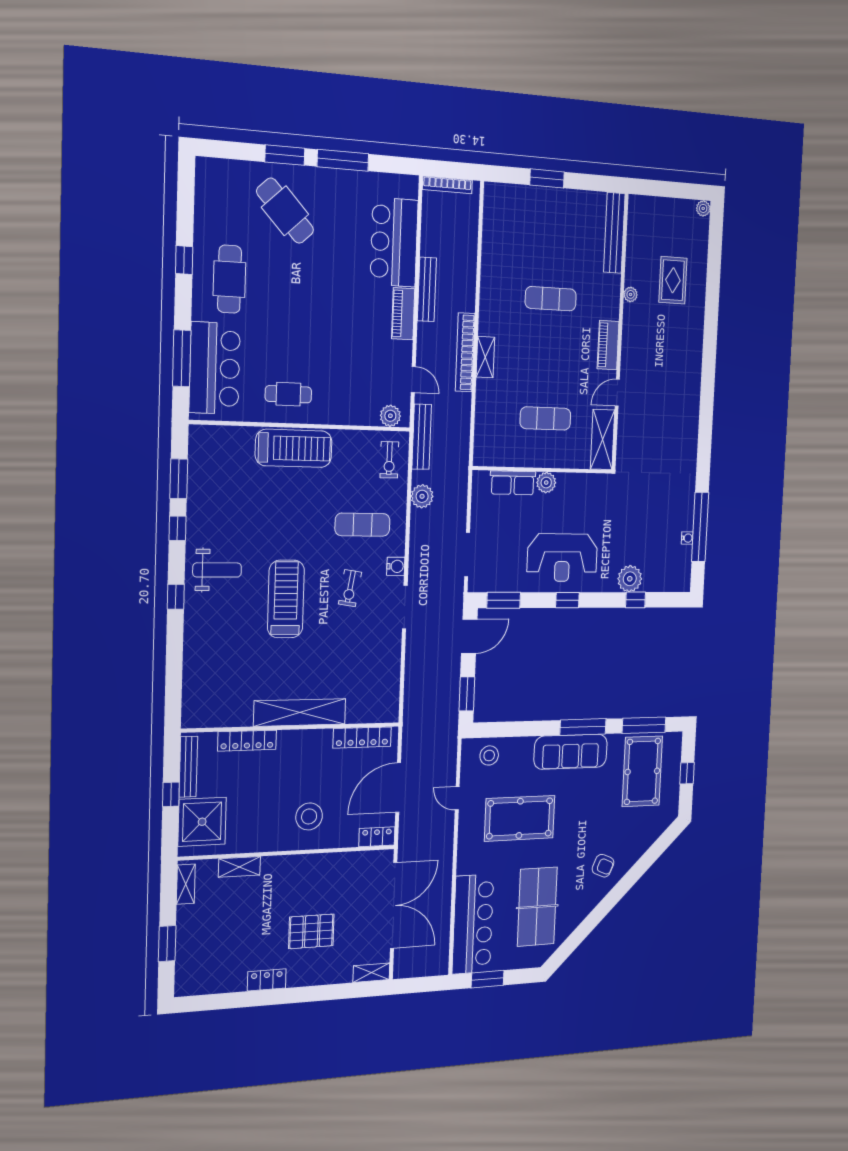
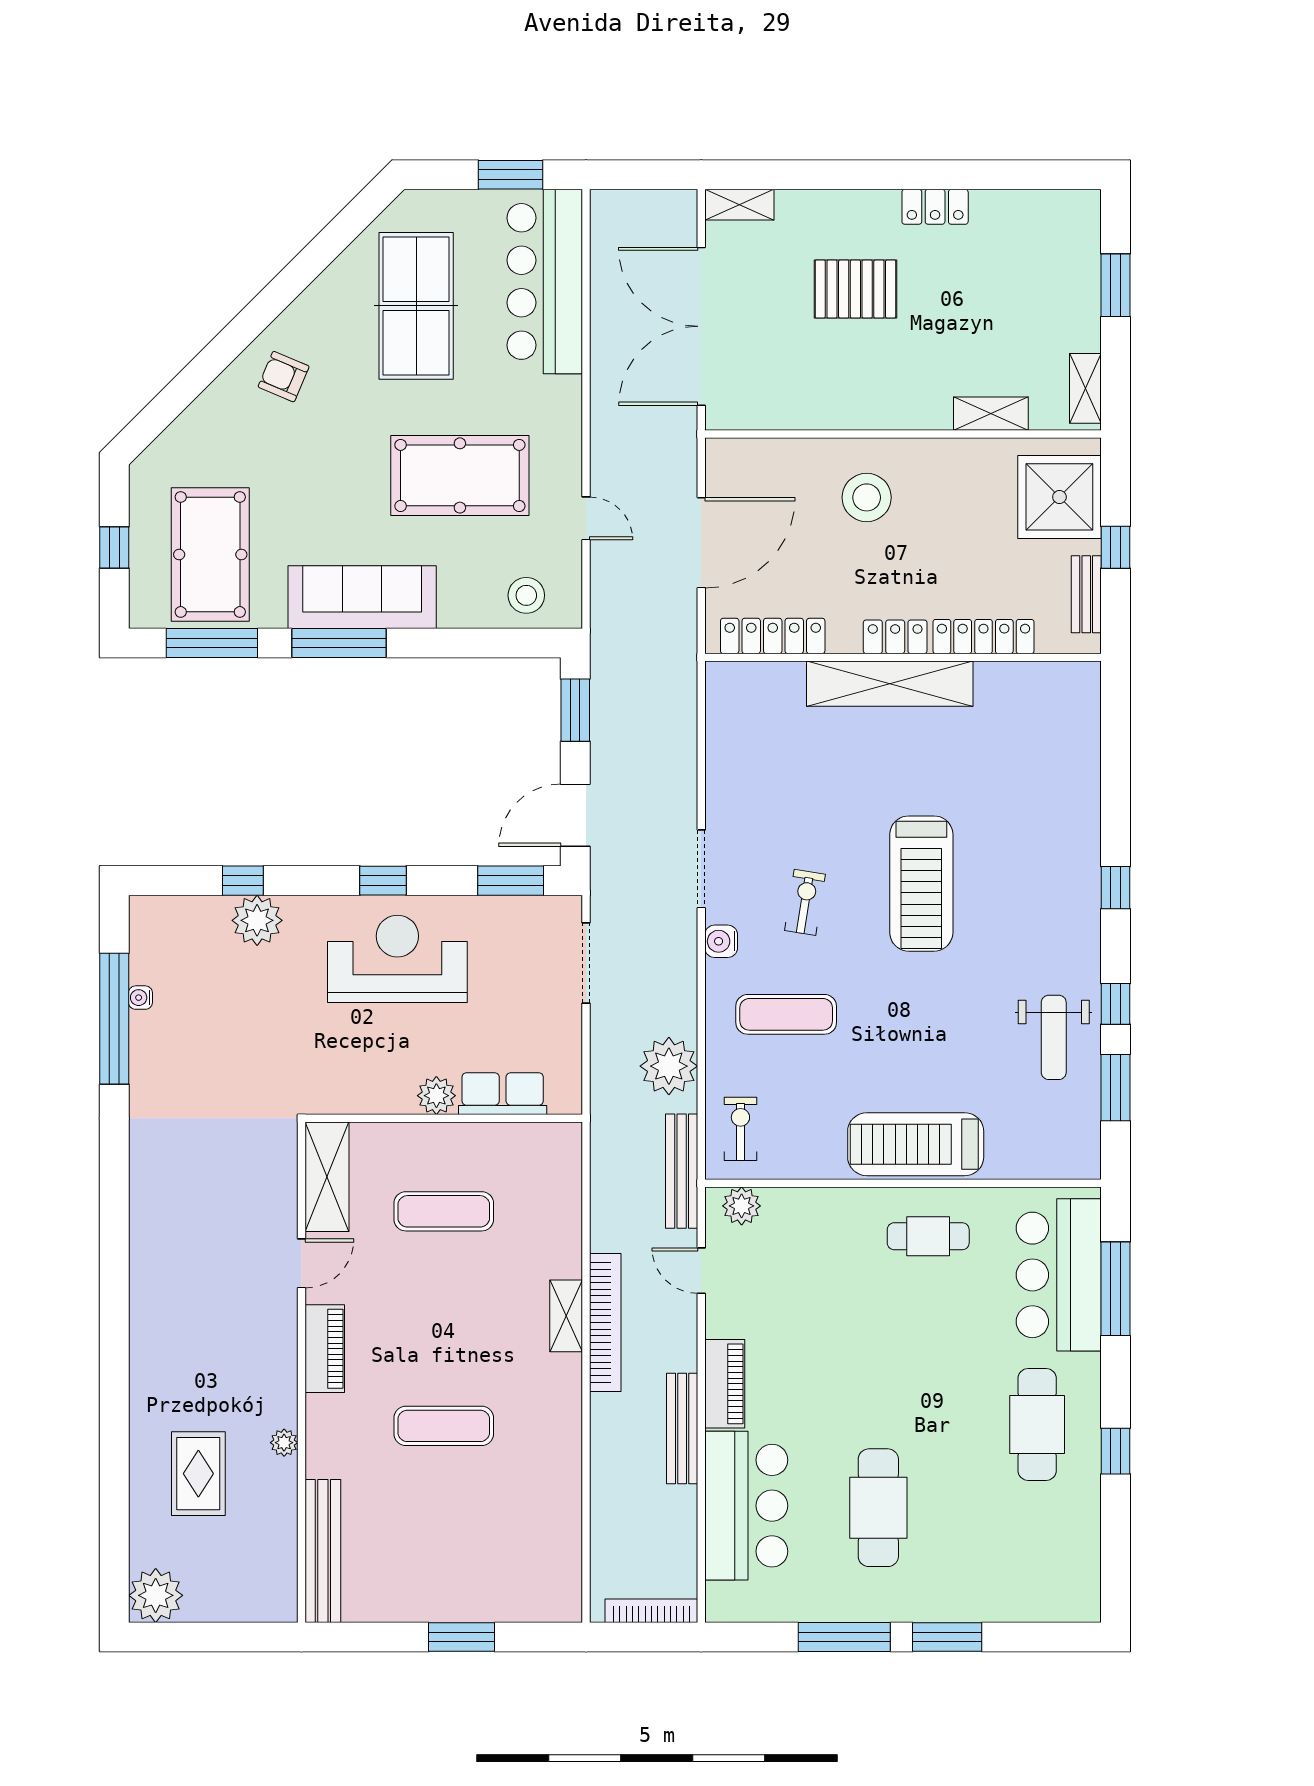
plant: (703, 208) -> (156, 1595), width x1.87, depth x1.87
cafe table: (285, 211) -> (878, 1508), moved, turned 43
plant: (422, 496) -> (669, 1066), width x1.36, depth x1.36
weight bench: (217, 570) -> (1054, 1037), moved, turned -90
bench: (188, 767) -> (1086, 594), width x0.73
locker: (377, 837) -> (895, 637), moved, turned 180

